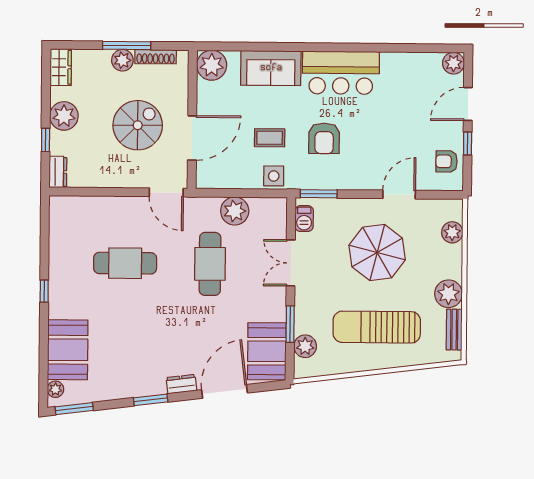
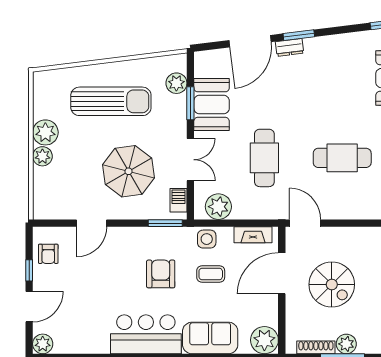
spiral stairs: (138, 125) -> (332, 284), turned -90
armchair: (447, 161) -> (48, 254), turned 90
fireplace: (223, 180) -> (253, 235), added
plant: (235, 211) -> (218, 207), moved
plant: (452, 232) -> (42, 156), moved
parasol: (377, 253) -> (129, 171), moved
bench: (454, 330) -> (40, 100), removed
booth: (267, 351) -> (212, 105), moved
window: (151, 400) -> (299, 35), moved

